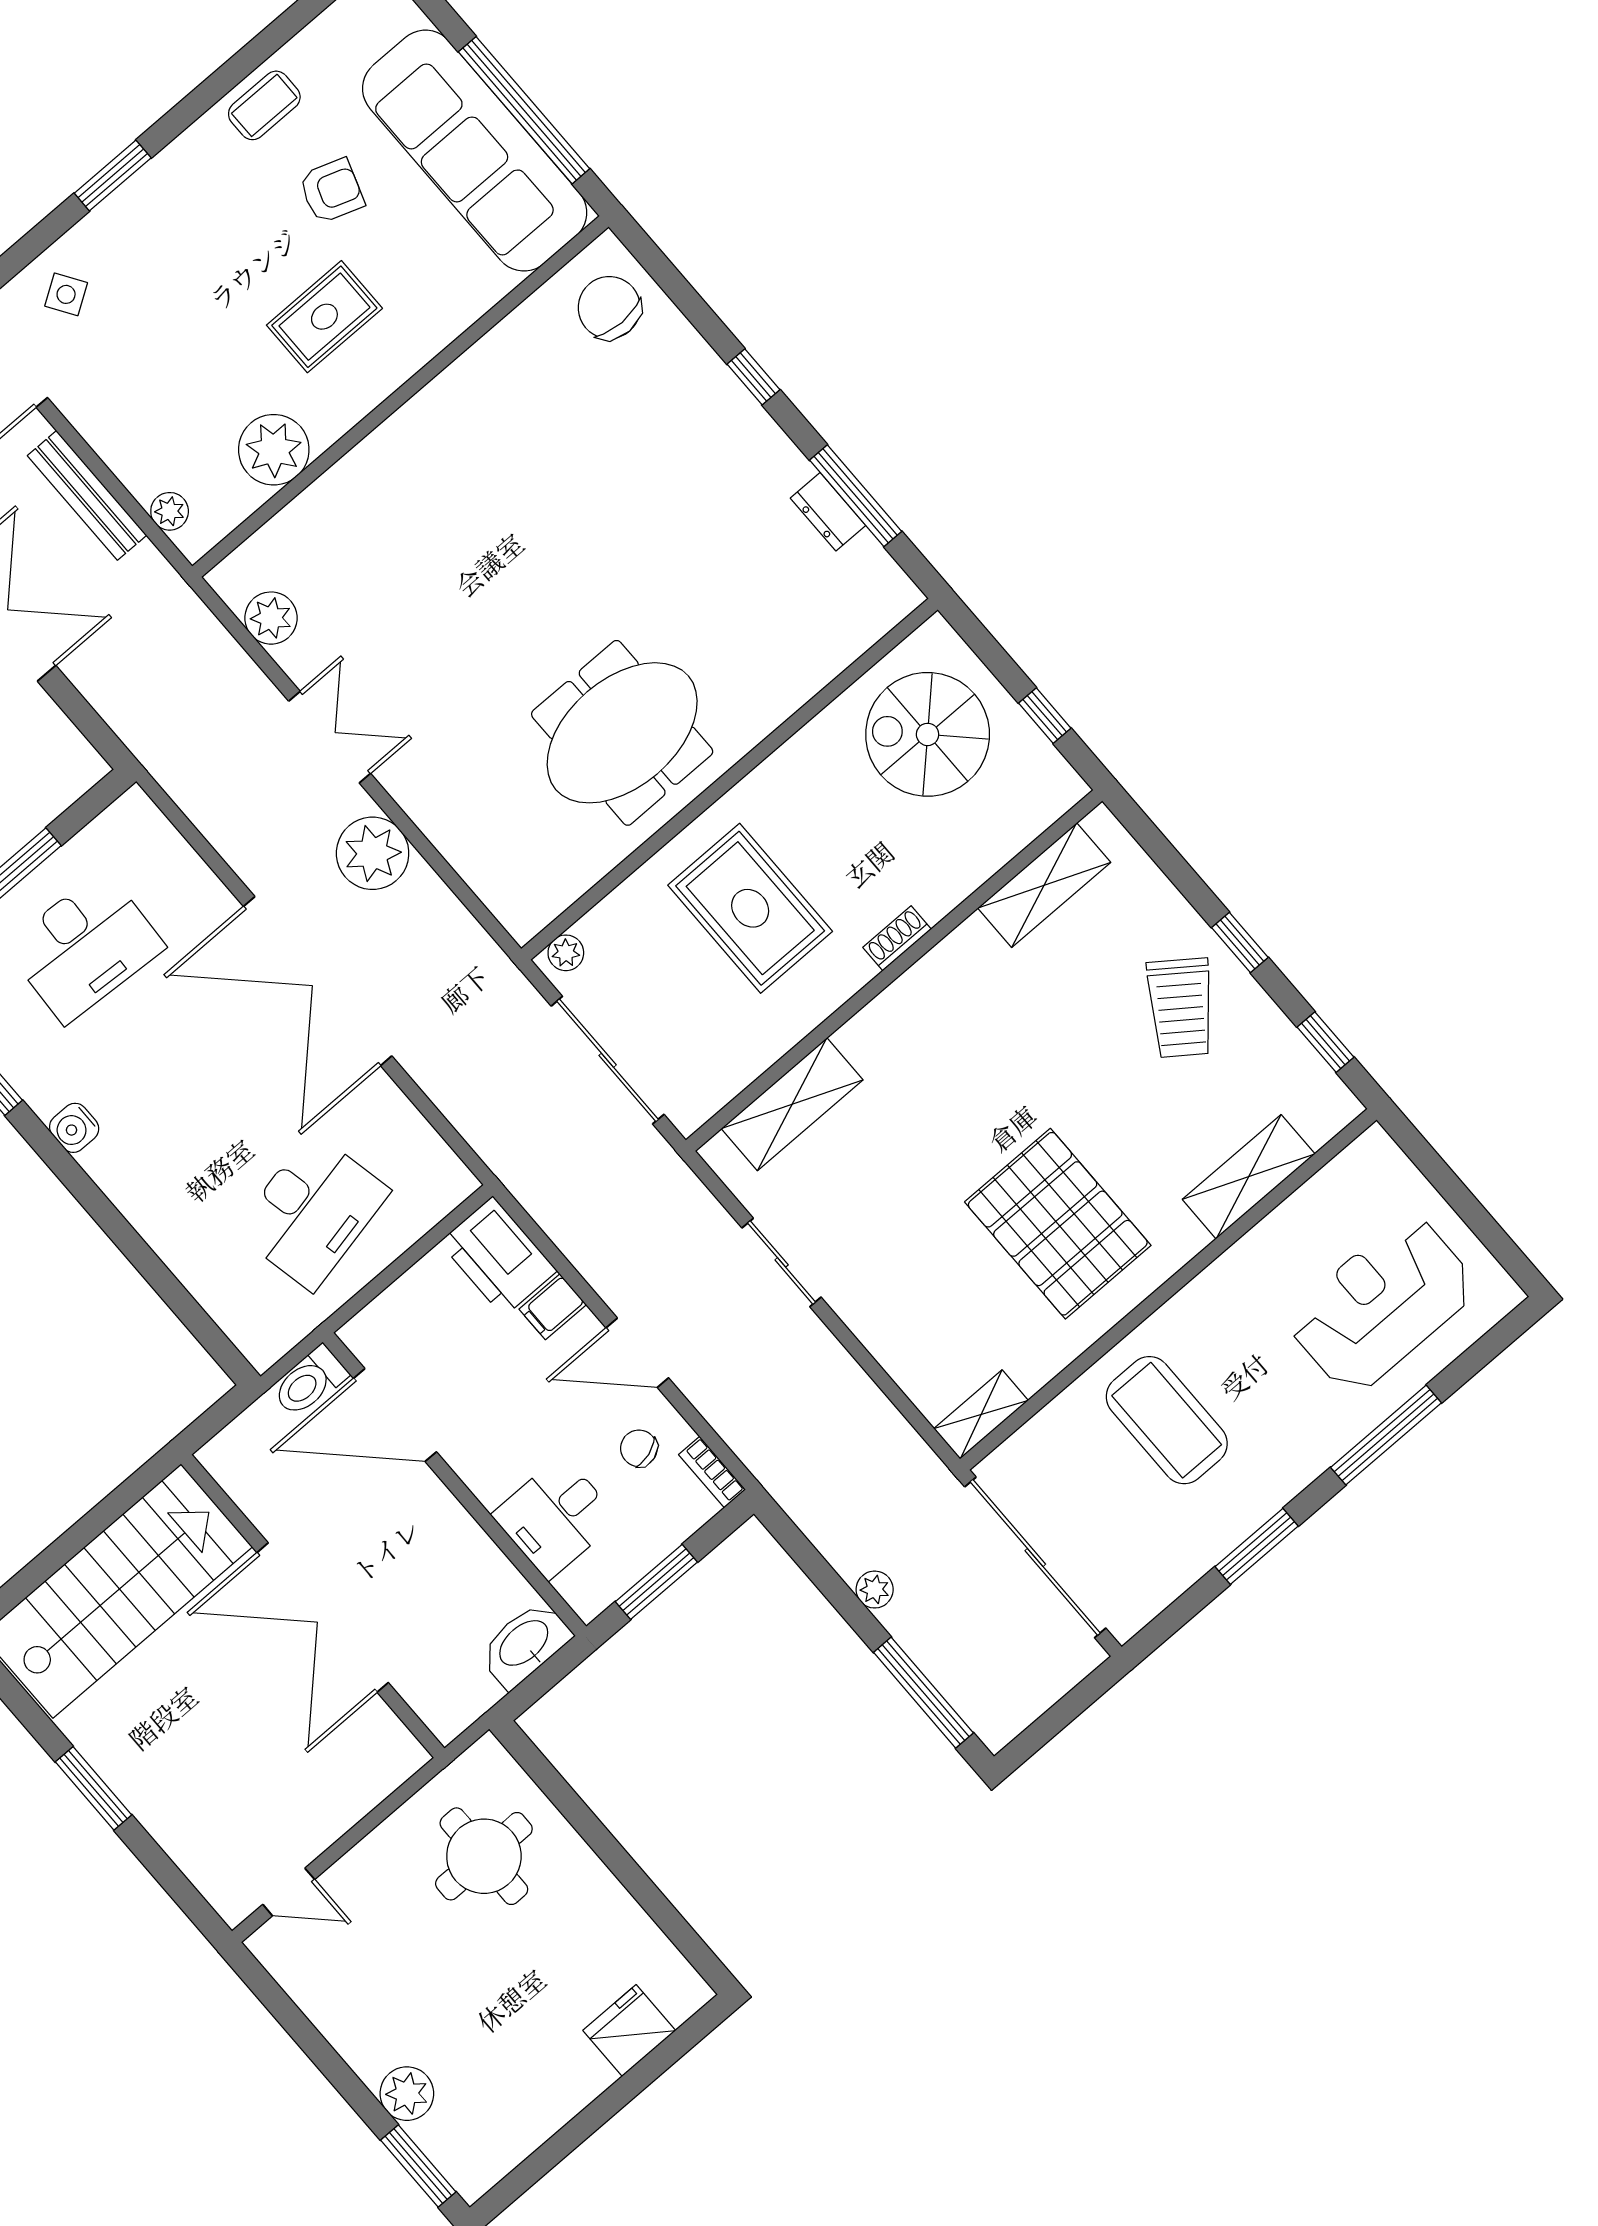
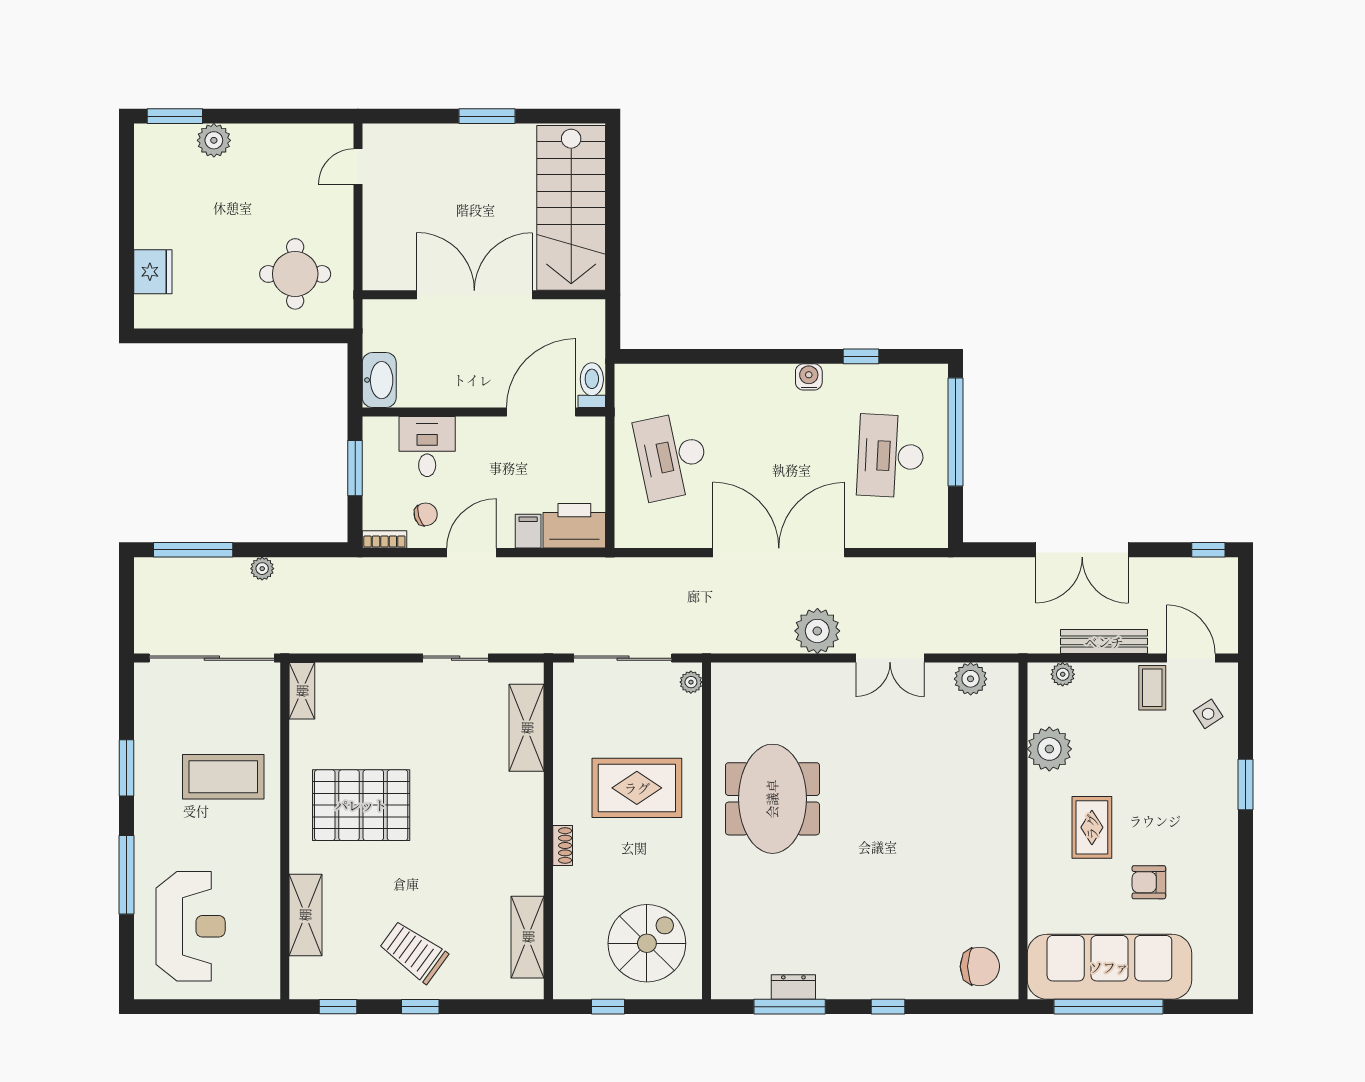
coffee table: (264, 105) -> (1152, 688), moved
armchair: (331, 191) -> (1149, 882), turned 71

